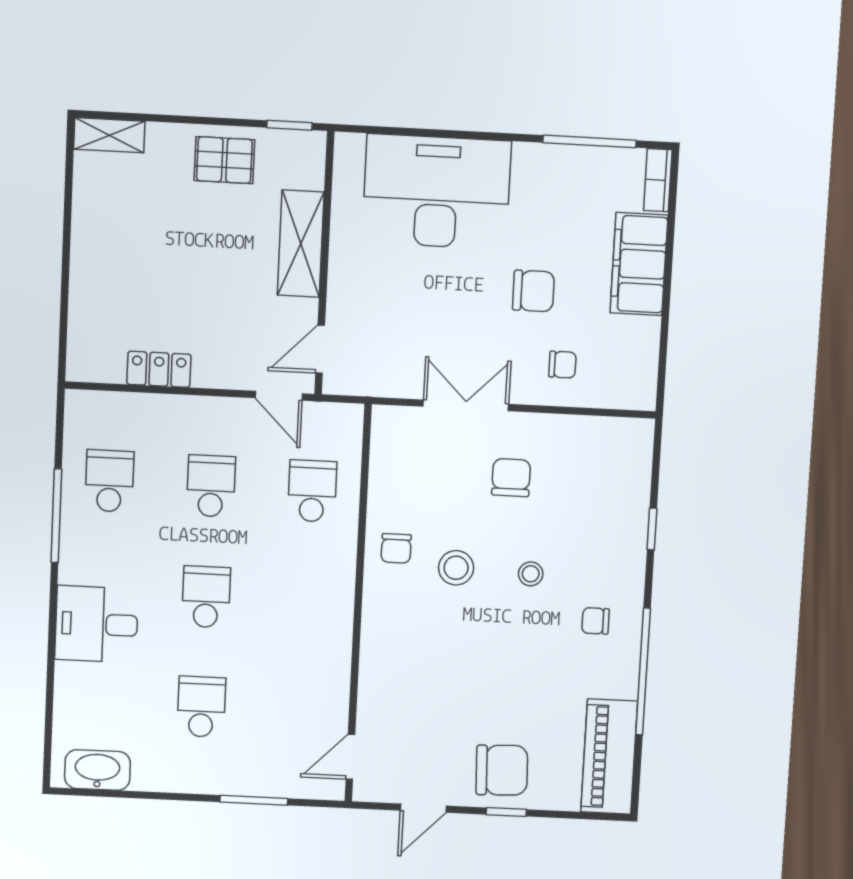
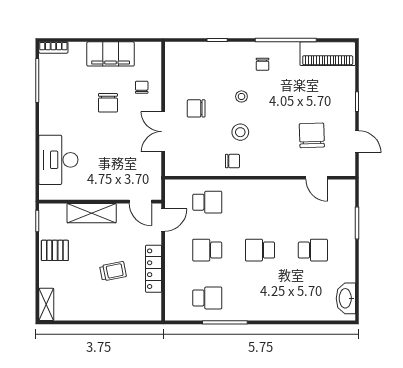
pallet: (224, 160) -> (55, 250), turned 90
desk: (437, 192) -> (58, 160), width x0.73, depth x0.77
filing cabinet: (639, 264) -> (111, 54), moved
trolley: (175, 283) -> (113, 271), added
chair: (533, 291) -> (108, 103), turned 180
locker: (159, 369) -> (154, 269), width x1.53
school desk: (109, 481) -> (207, 298), turned 180
school desk: (312, 491) -> (207, 202), turned 180
desk: (97, 624) -> (276, 301), removed
school desk: (201, 707) -> (313, 250), turned 180
door: (350, 757) -> (317, 178), moved
chair: (502, 770) -> (312, 135), moved

